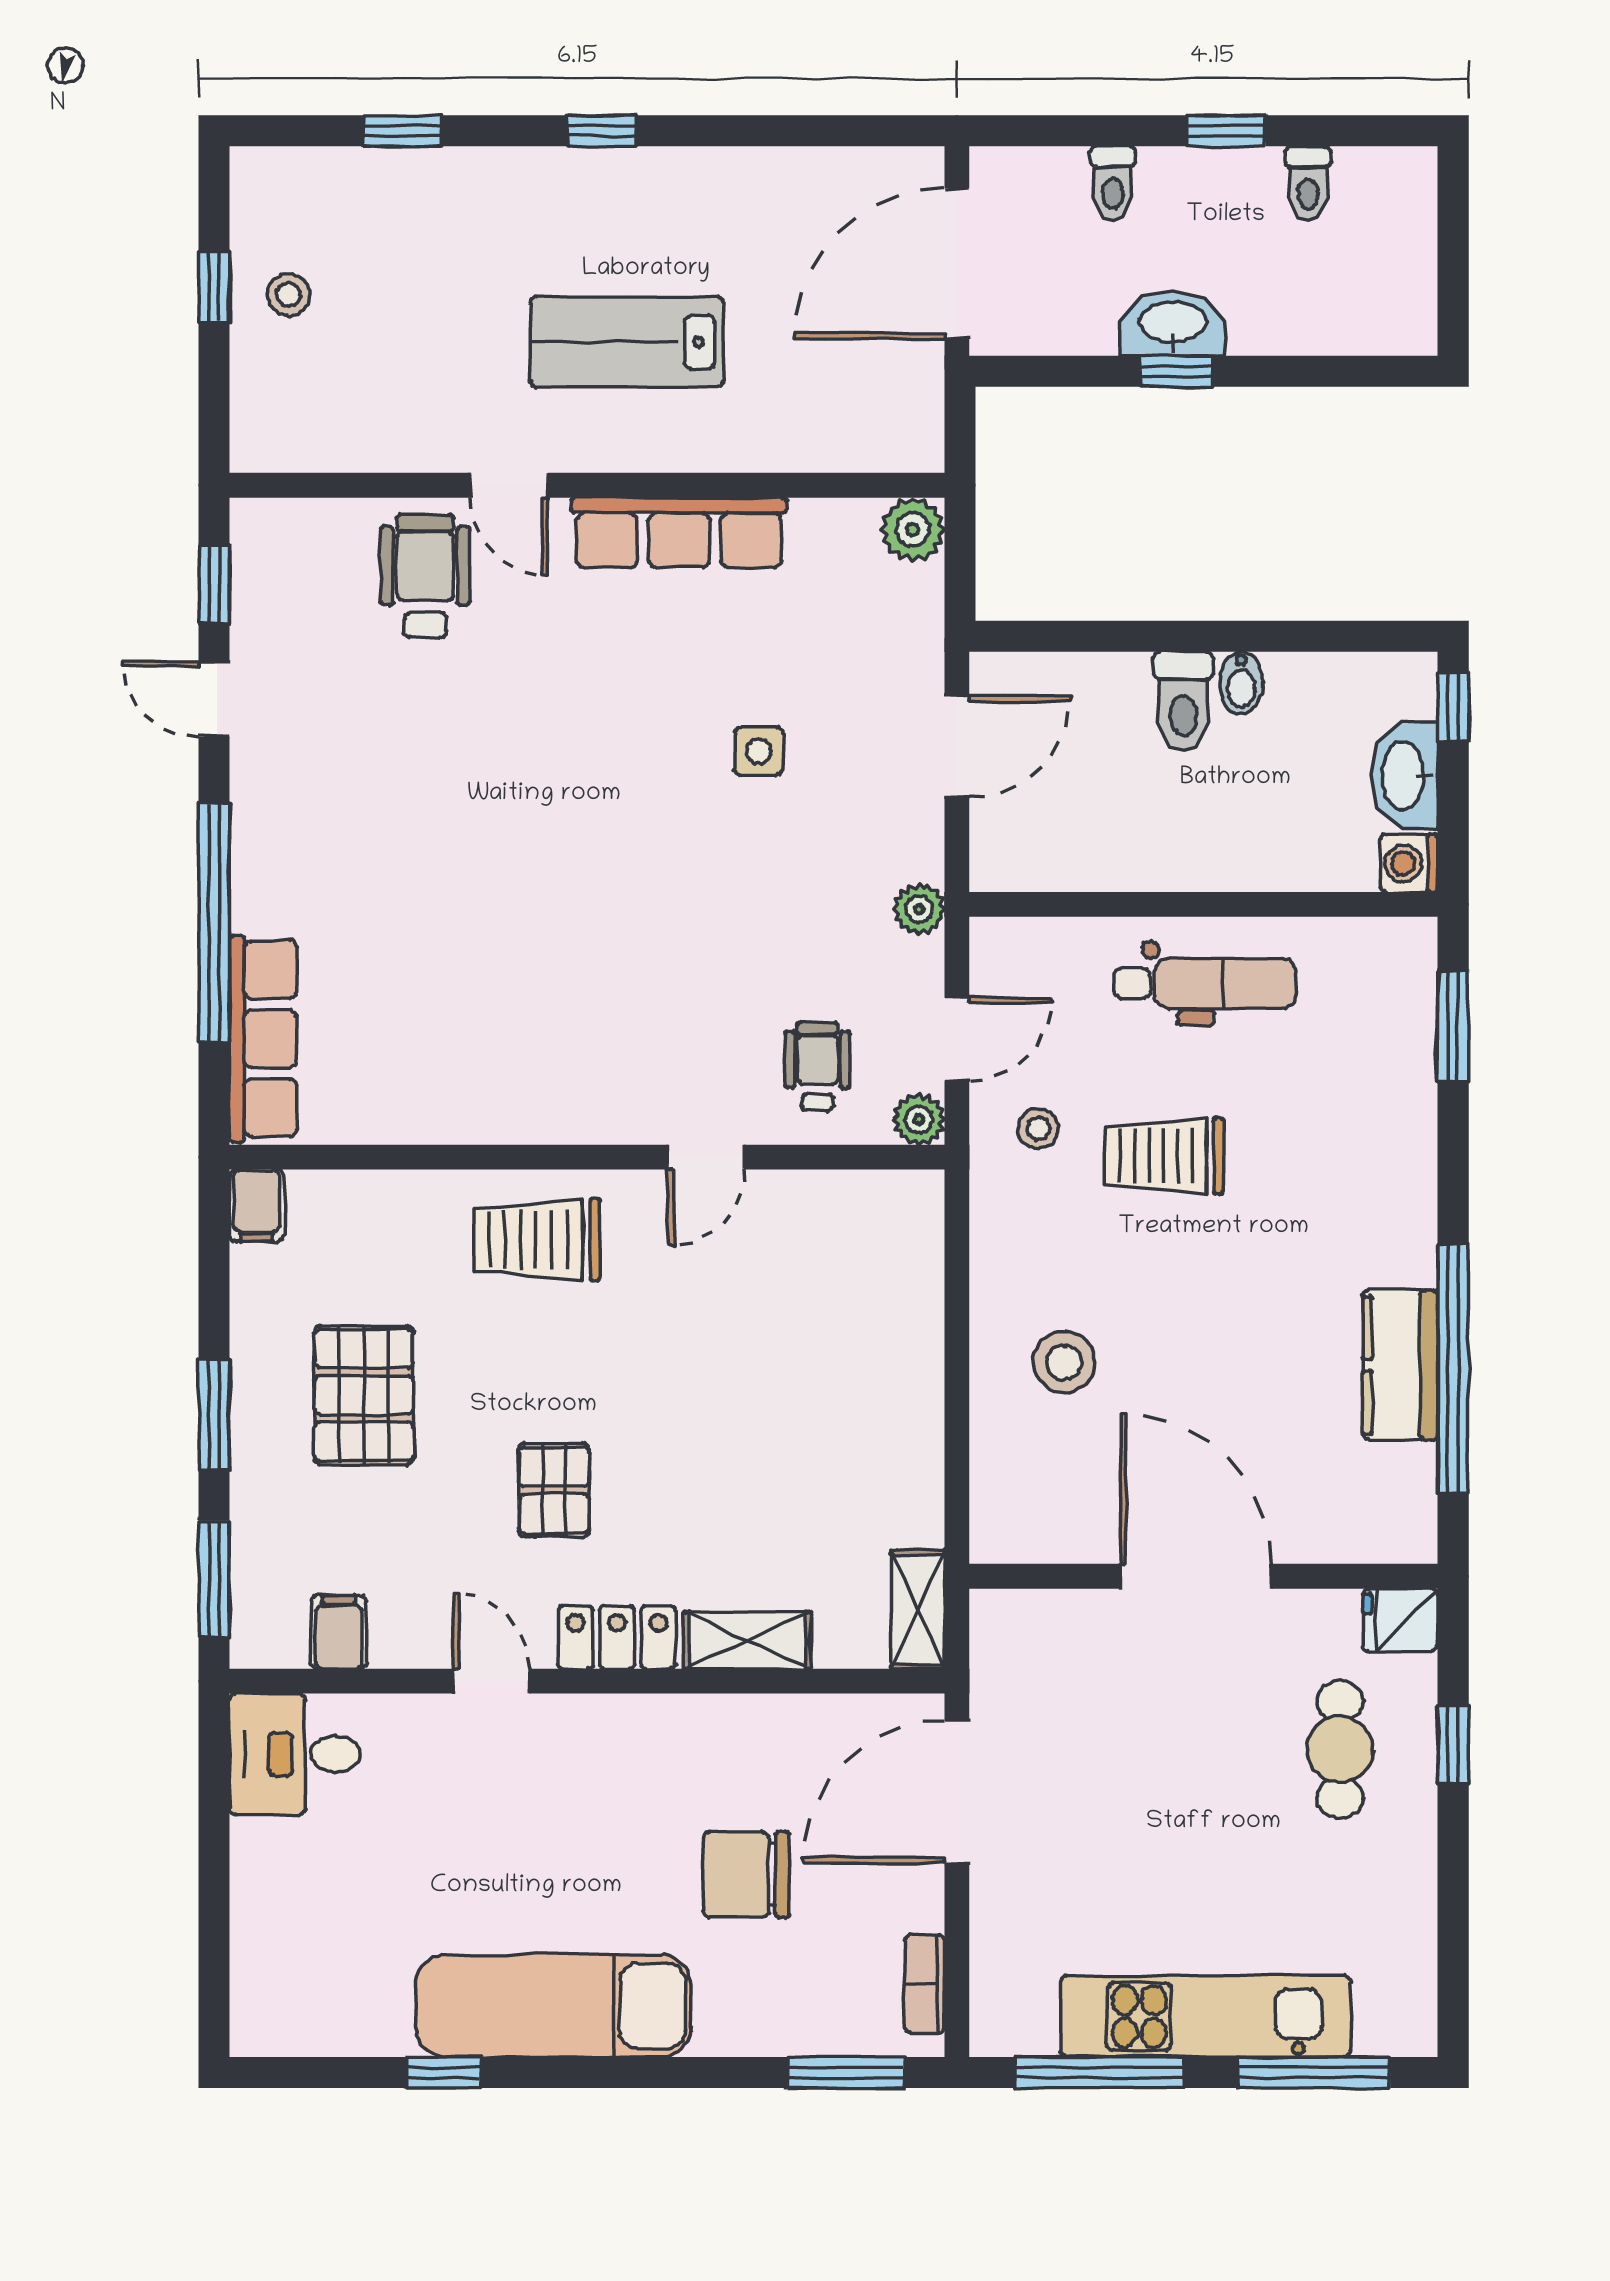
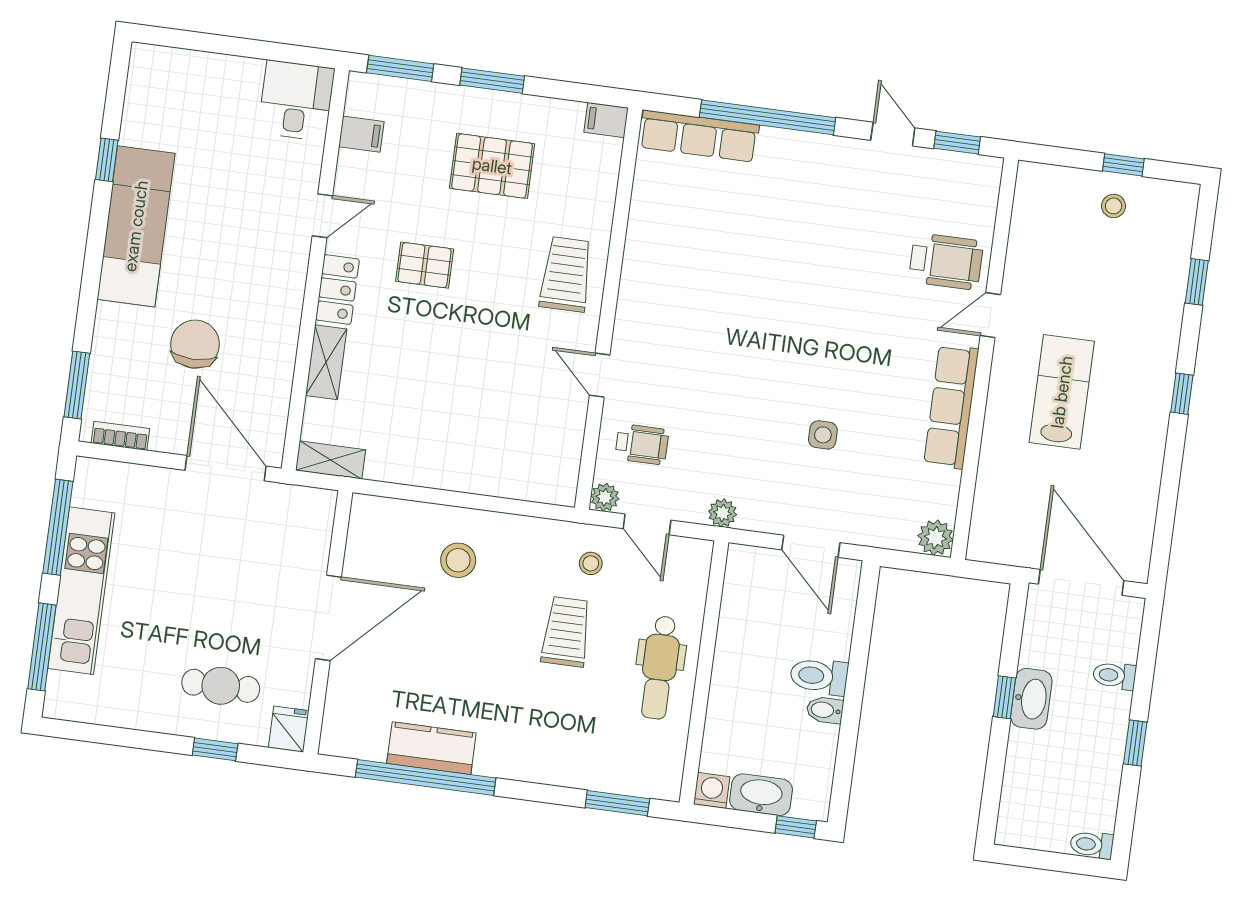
toilet: (1308, 183) -> (1092, 845), moved
door: (214, 699) -> (893, 134), hinge flipped

